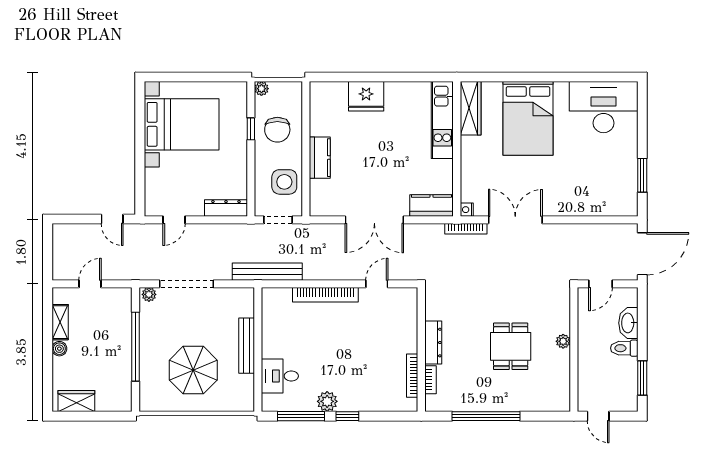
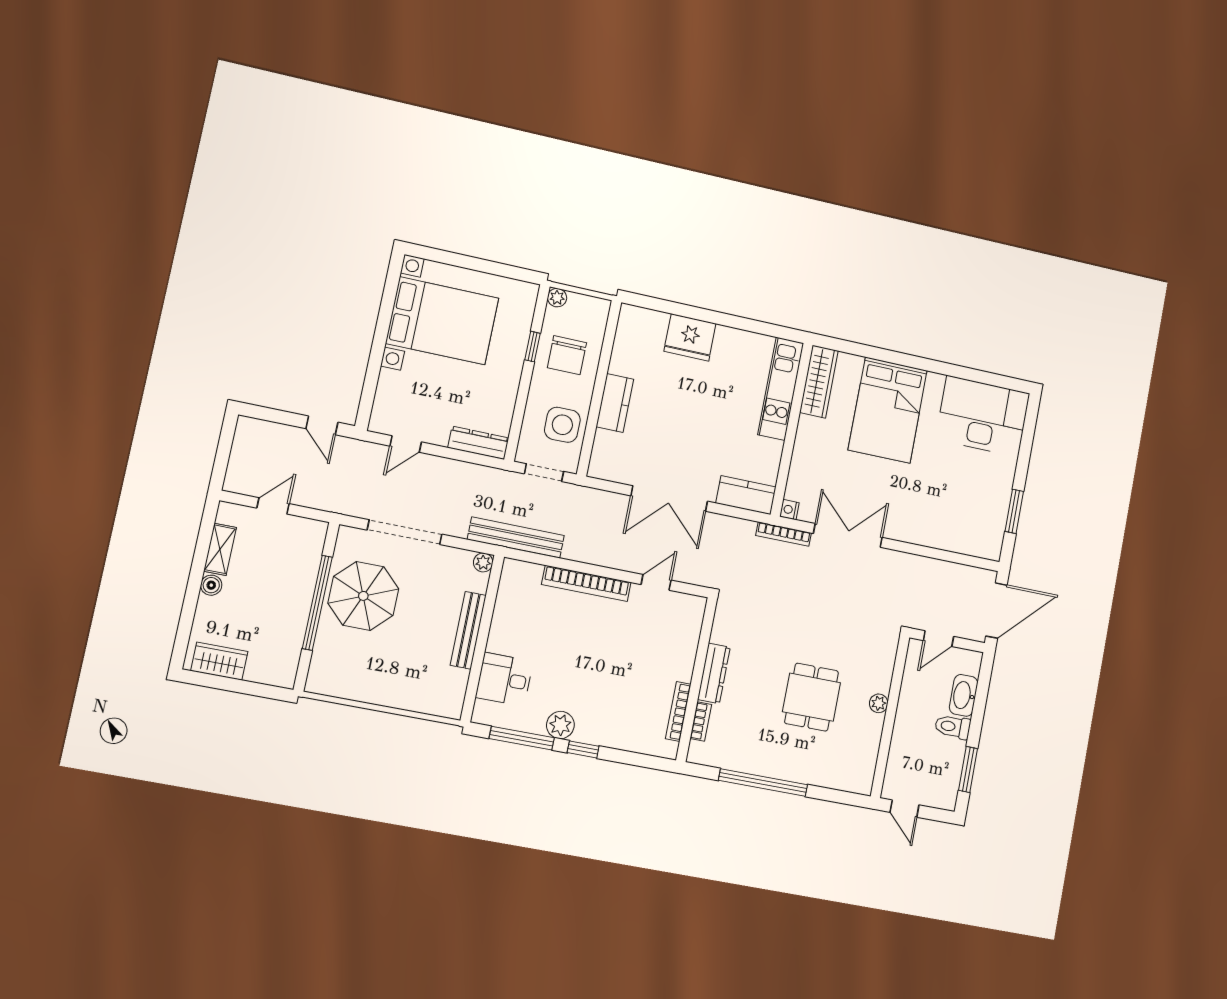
plant: (149, 294) -> (483, 562), moved
parasol: (193, 370) -> (363, 596), moved

